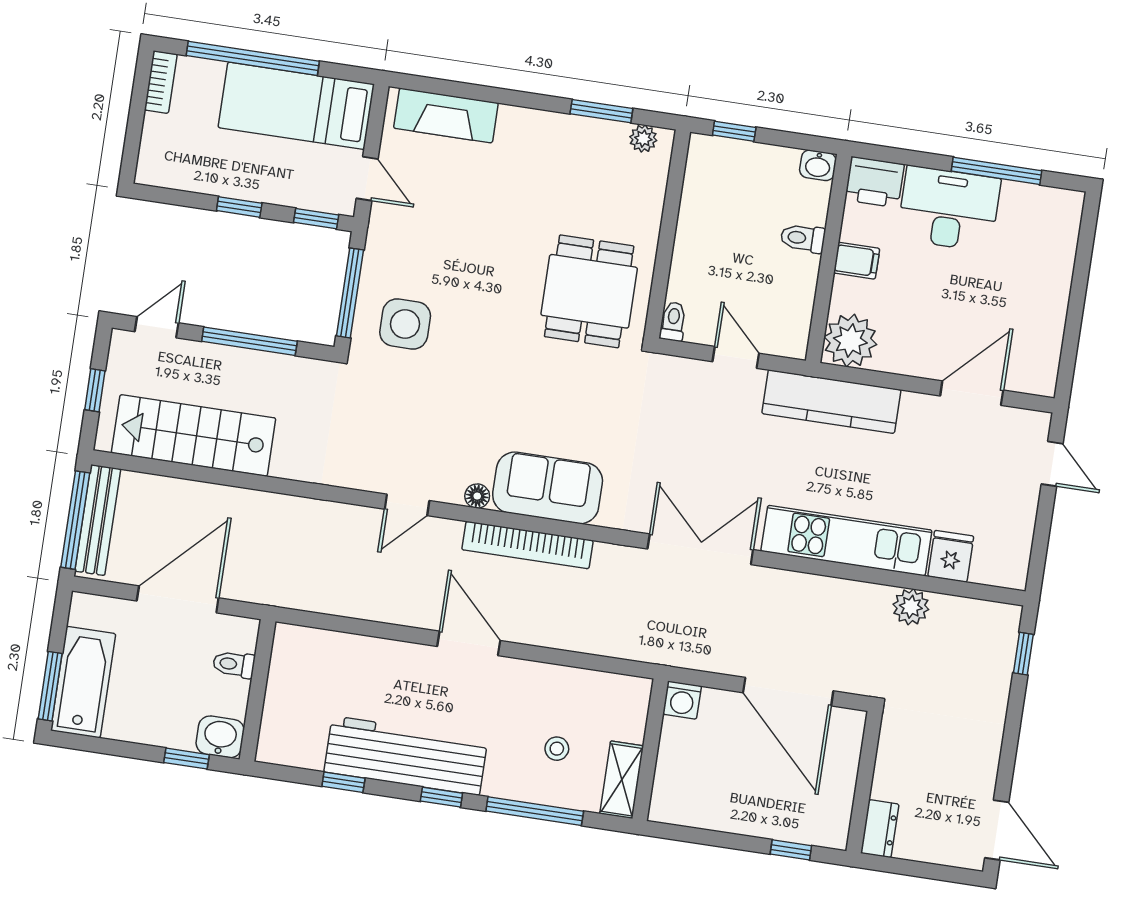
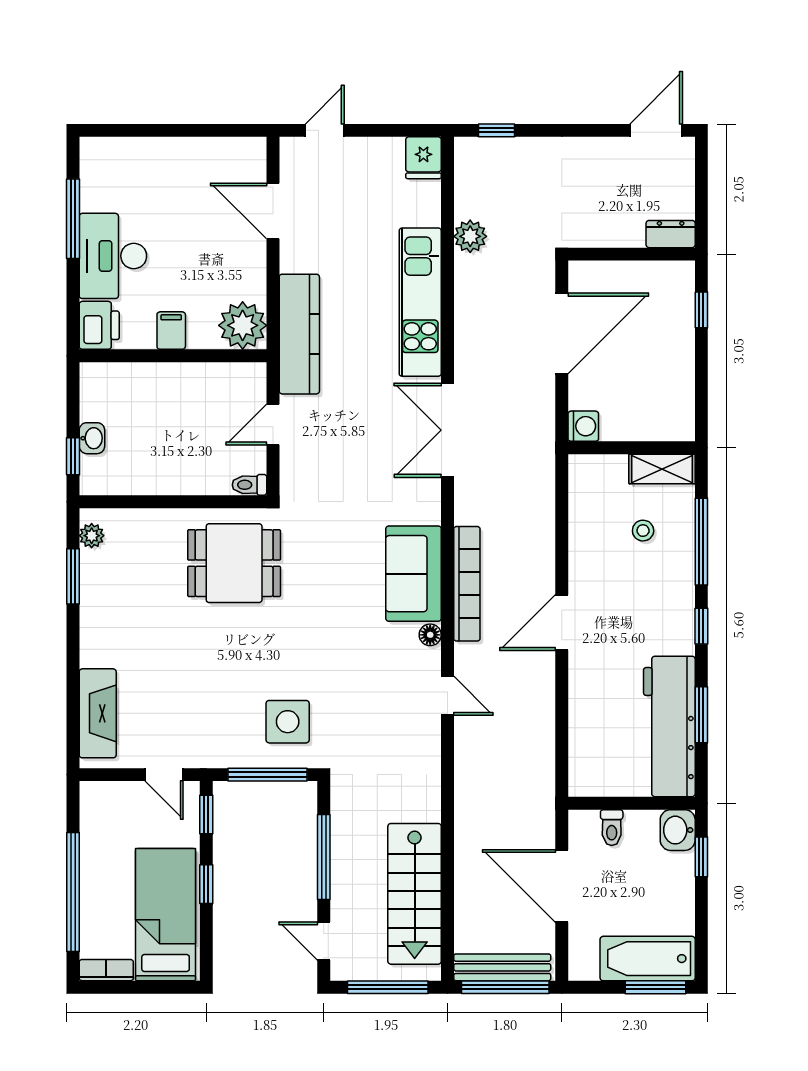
bed: (296, 106) -> (166, 915), moved, turned 180
washbasin: (818, 165) -> (92, 438), moved
door: (367, 179) -> (164, 775), swing flipped
toilet: (803, 238) -> (158, 381), removed
window: (95, 390) -> (388, 987), width x2.17
fridge: (951, 556) -> (423, 158), moved, turned -90
workbench: (406, 756) -> (669, 726), moved
window: (343, 782) -> (701, 715), width x1.50

